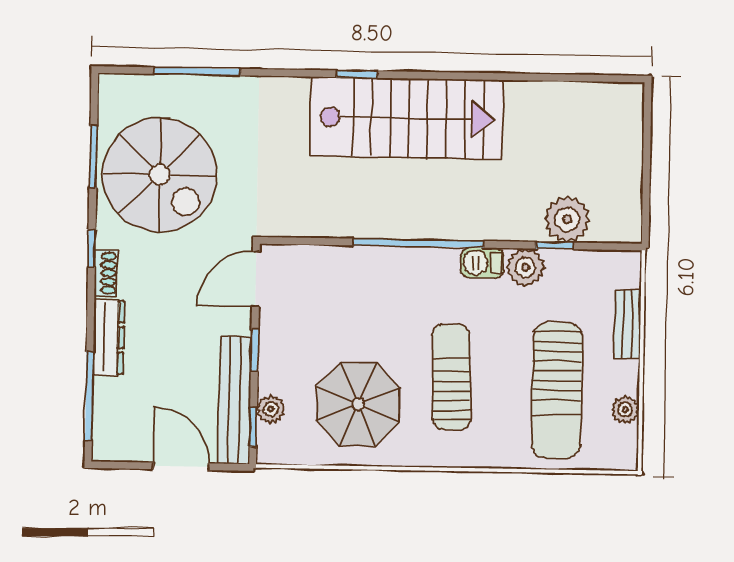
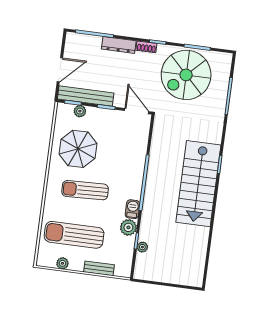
plant: (567, 219) -> (142, 247), width x0.53, depth x0.53
sun lounger: (451, 377) -> (85, 190), turned 180

